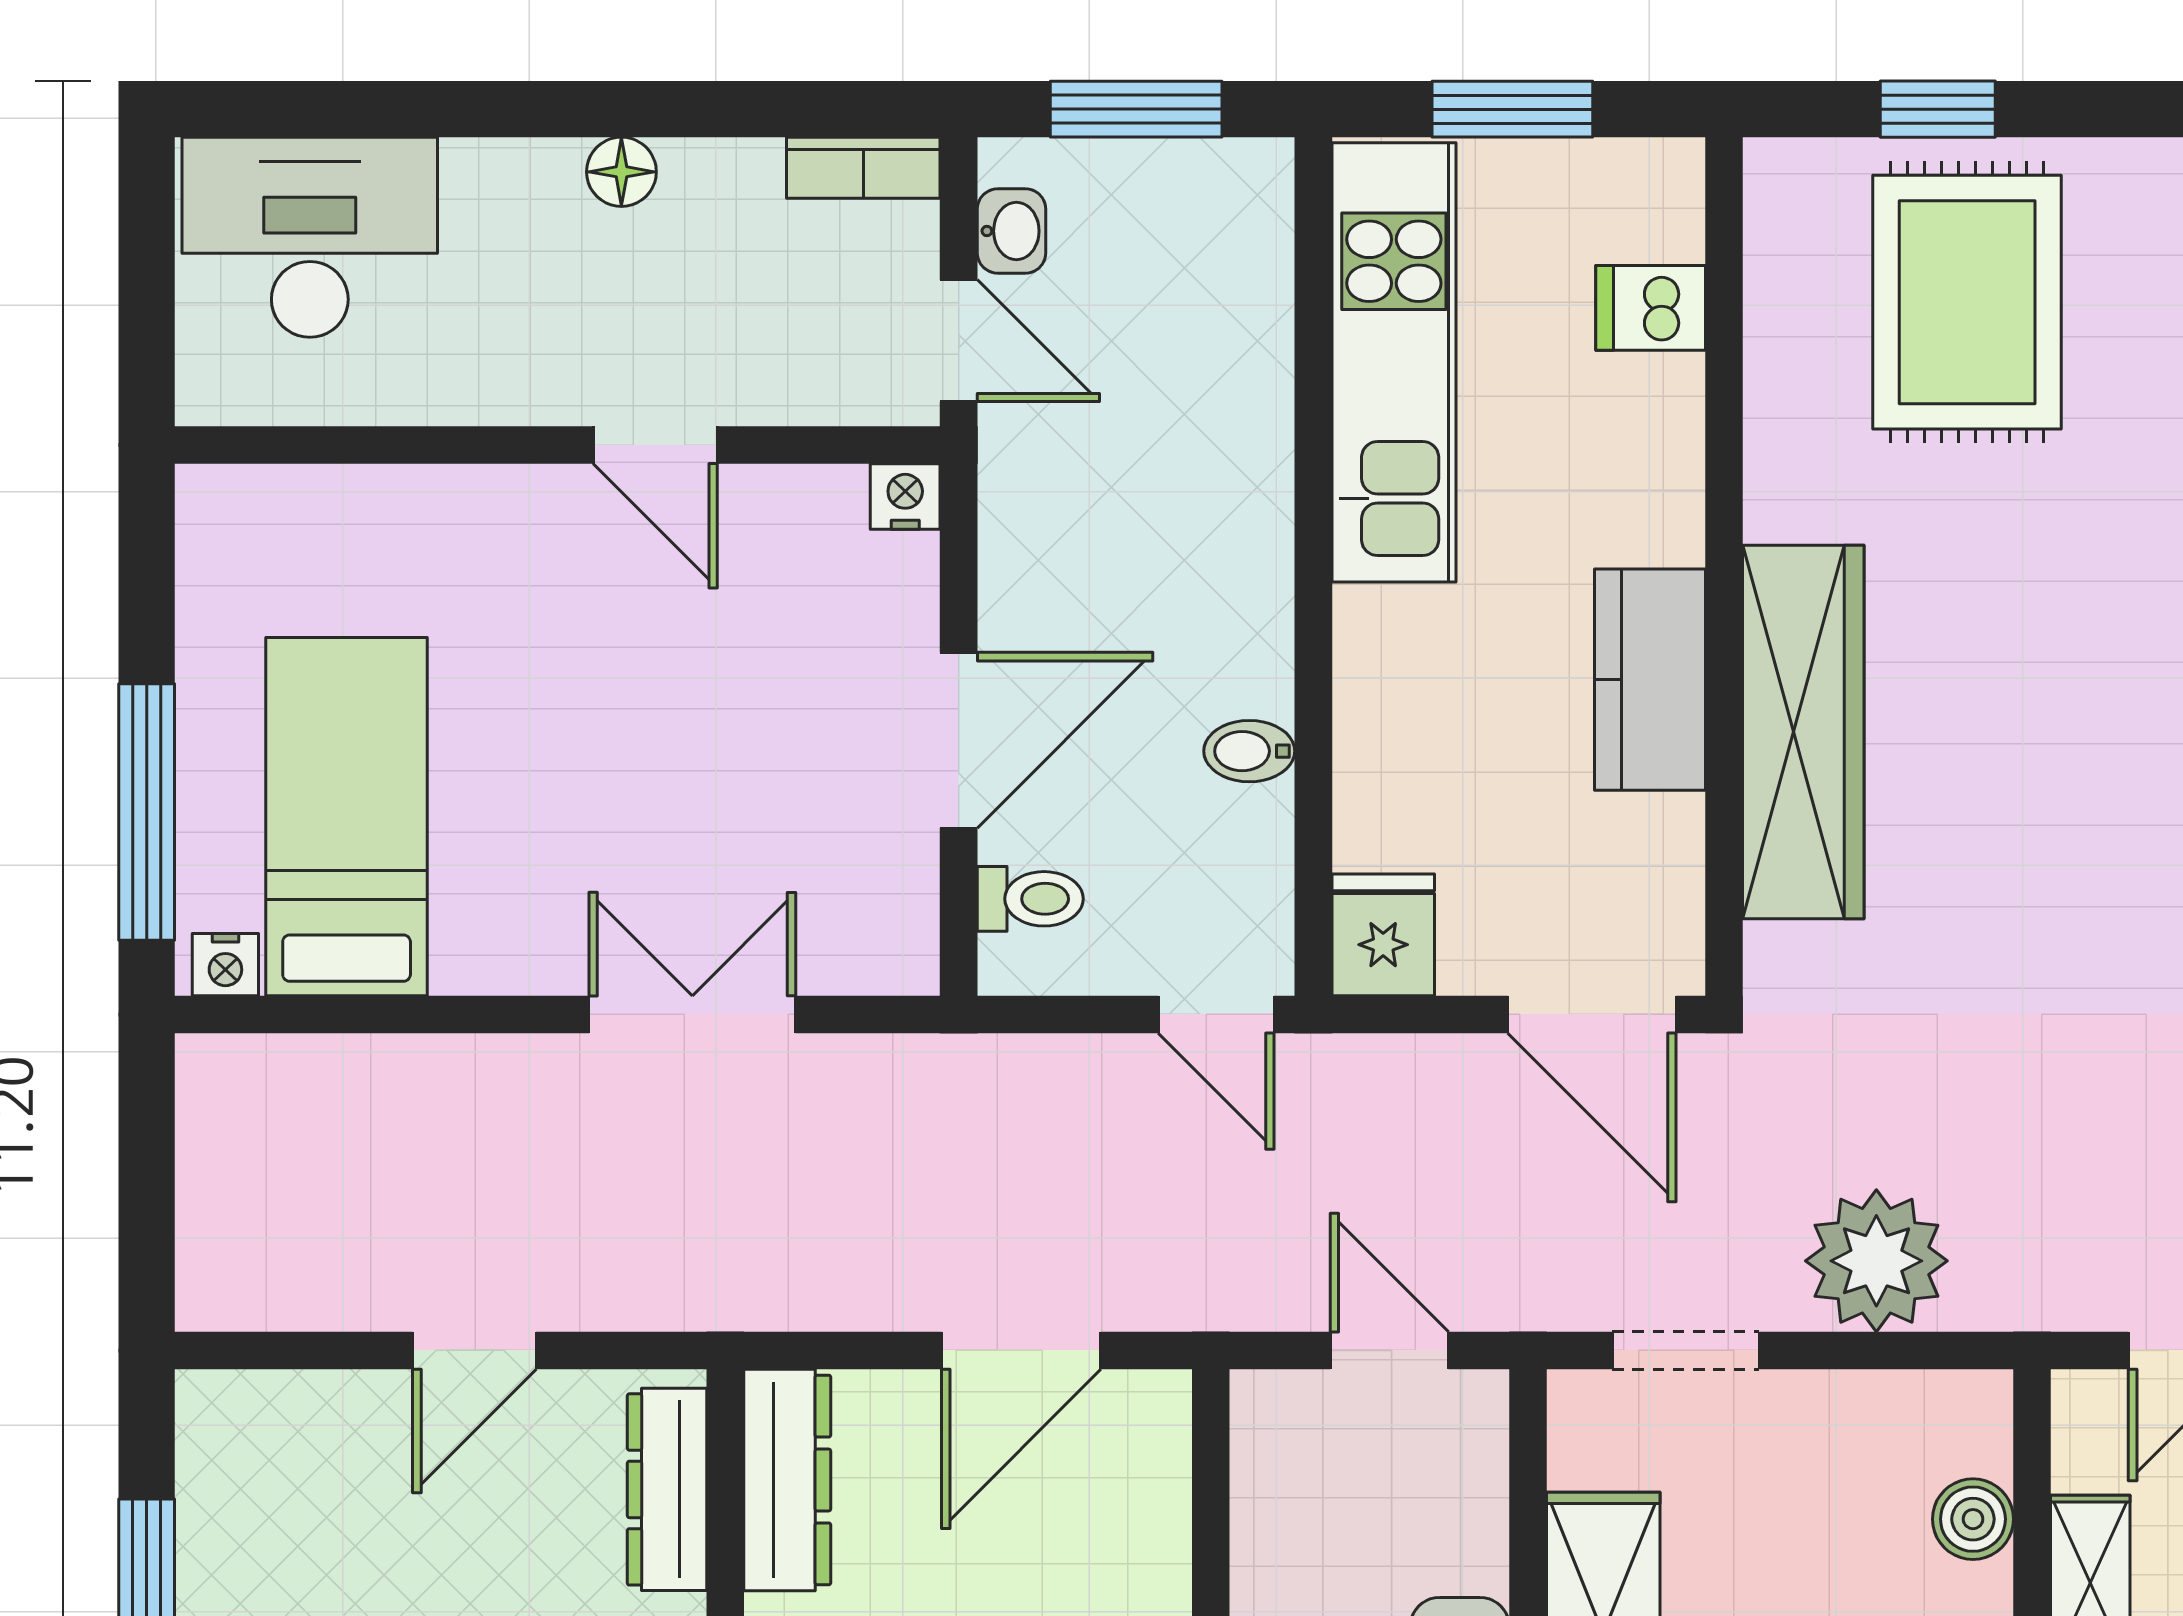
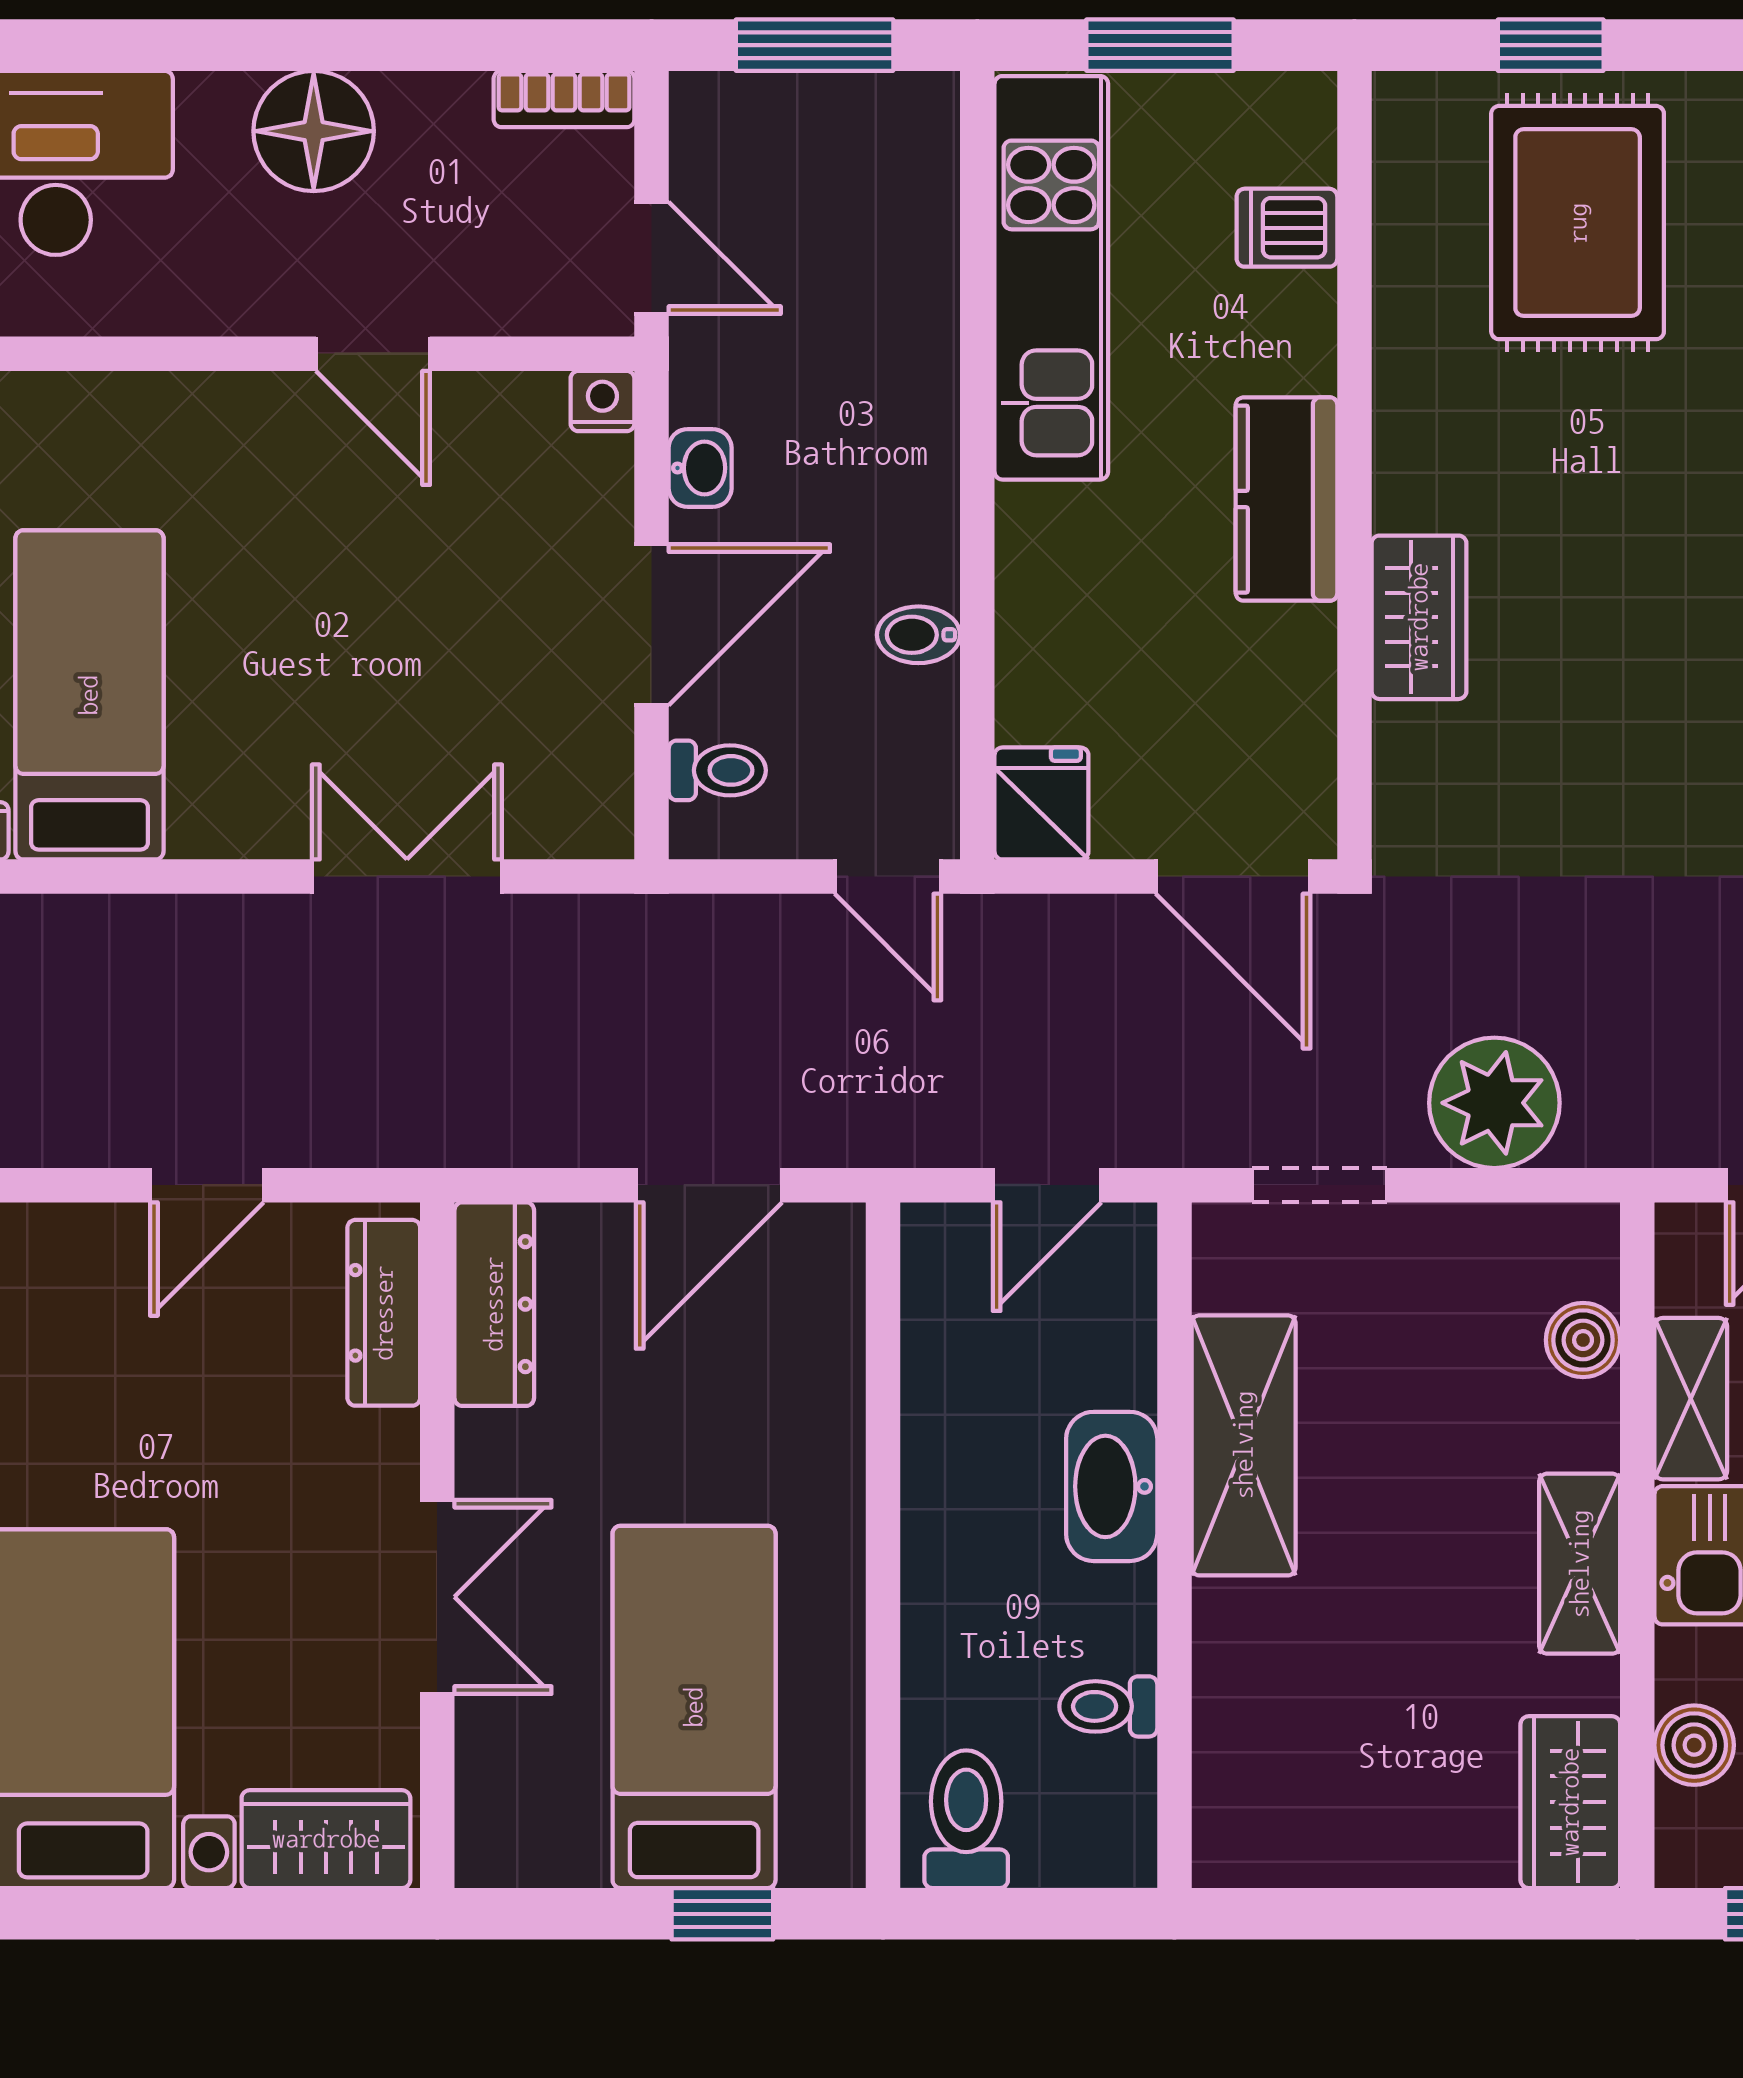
floor lamp: (621, 172) -> (314, 131), width x1.89, depth x1.89
washbasin: (1012, 231) -> (700, 468), moved
kitchen counter: (1650, 680) -> (1286, 499), moved
wardrobe: (1803, 732) -> (1419, 617), width x0.48, depth x0.85
door: (1389, 1350) -> (1047, 1185), swing flipped

